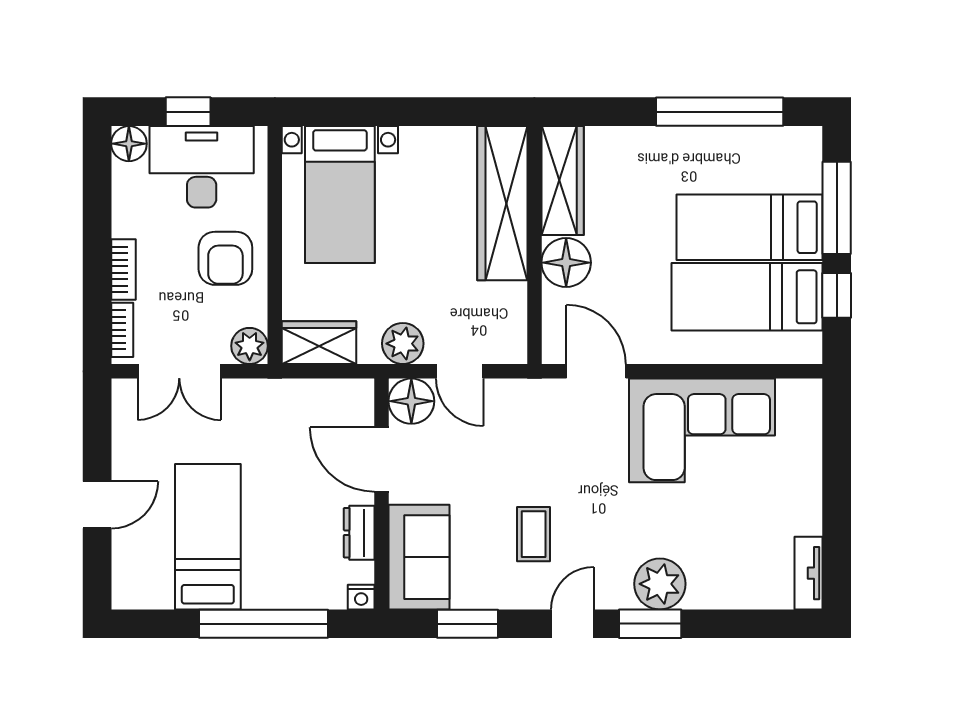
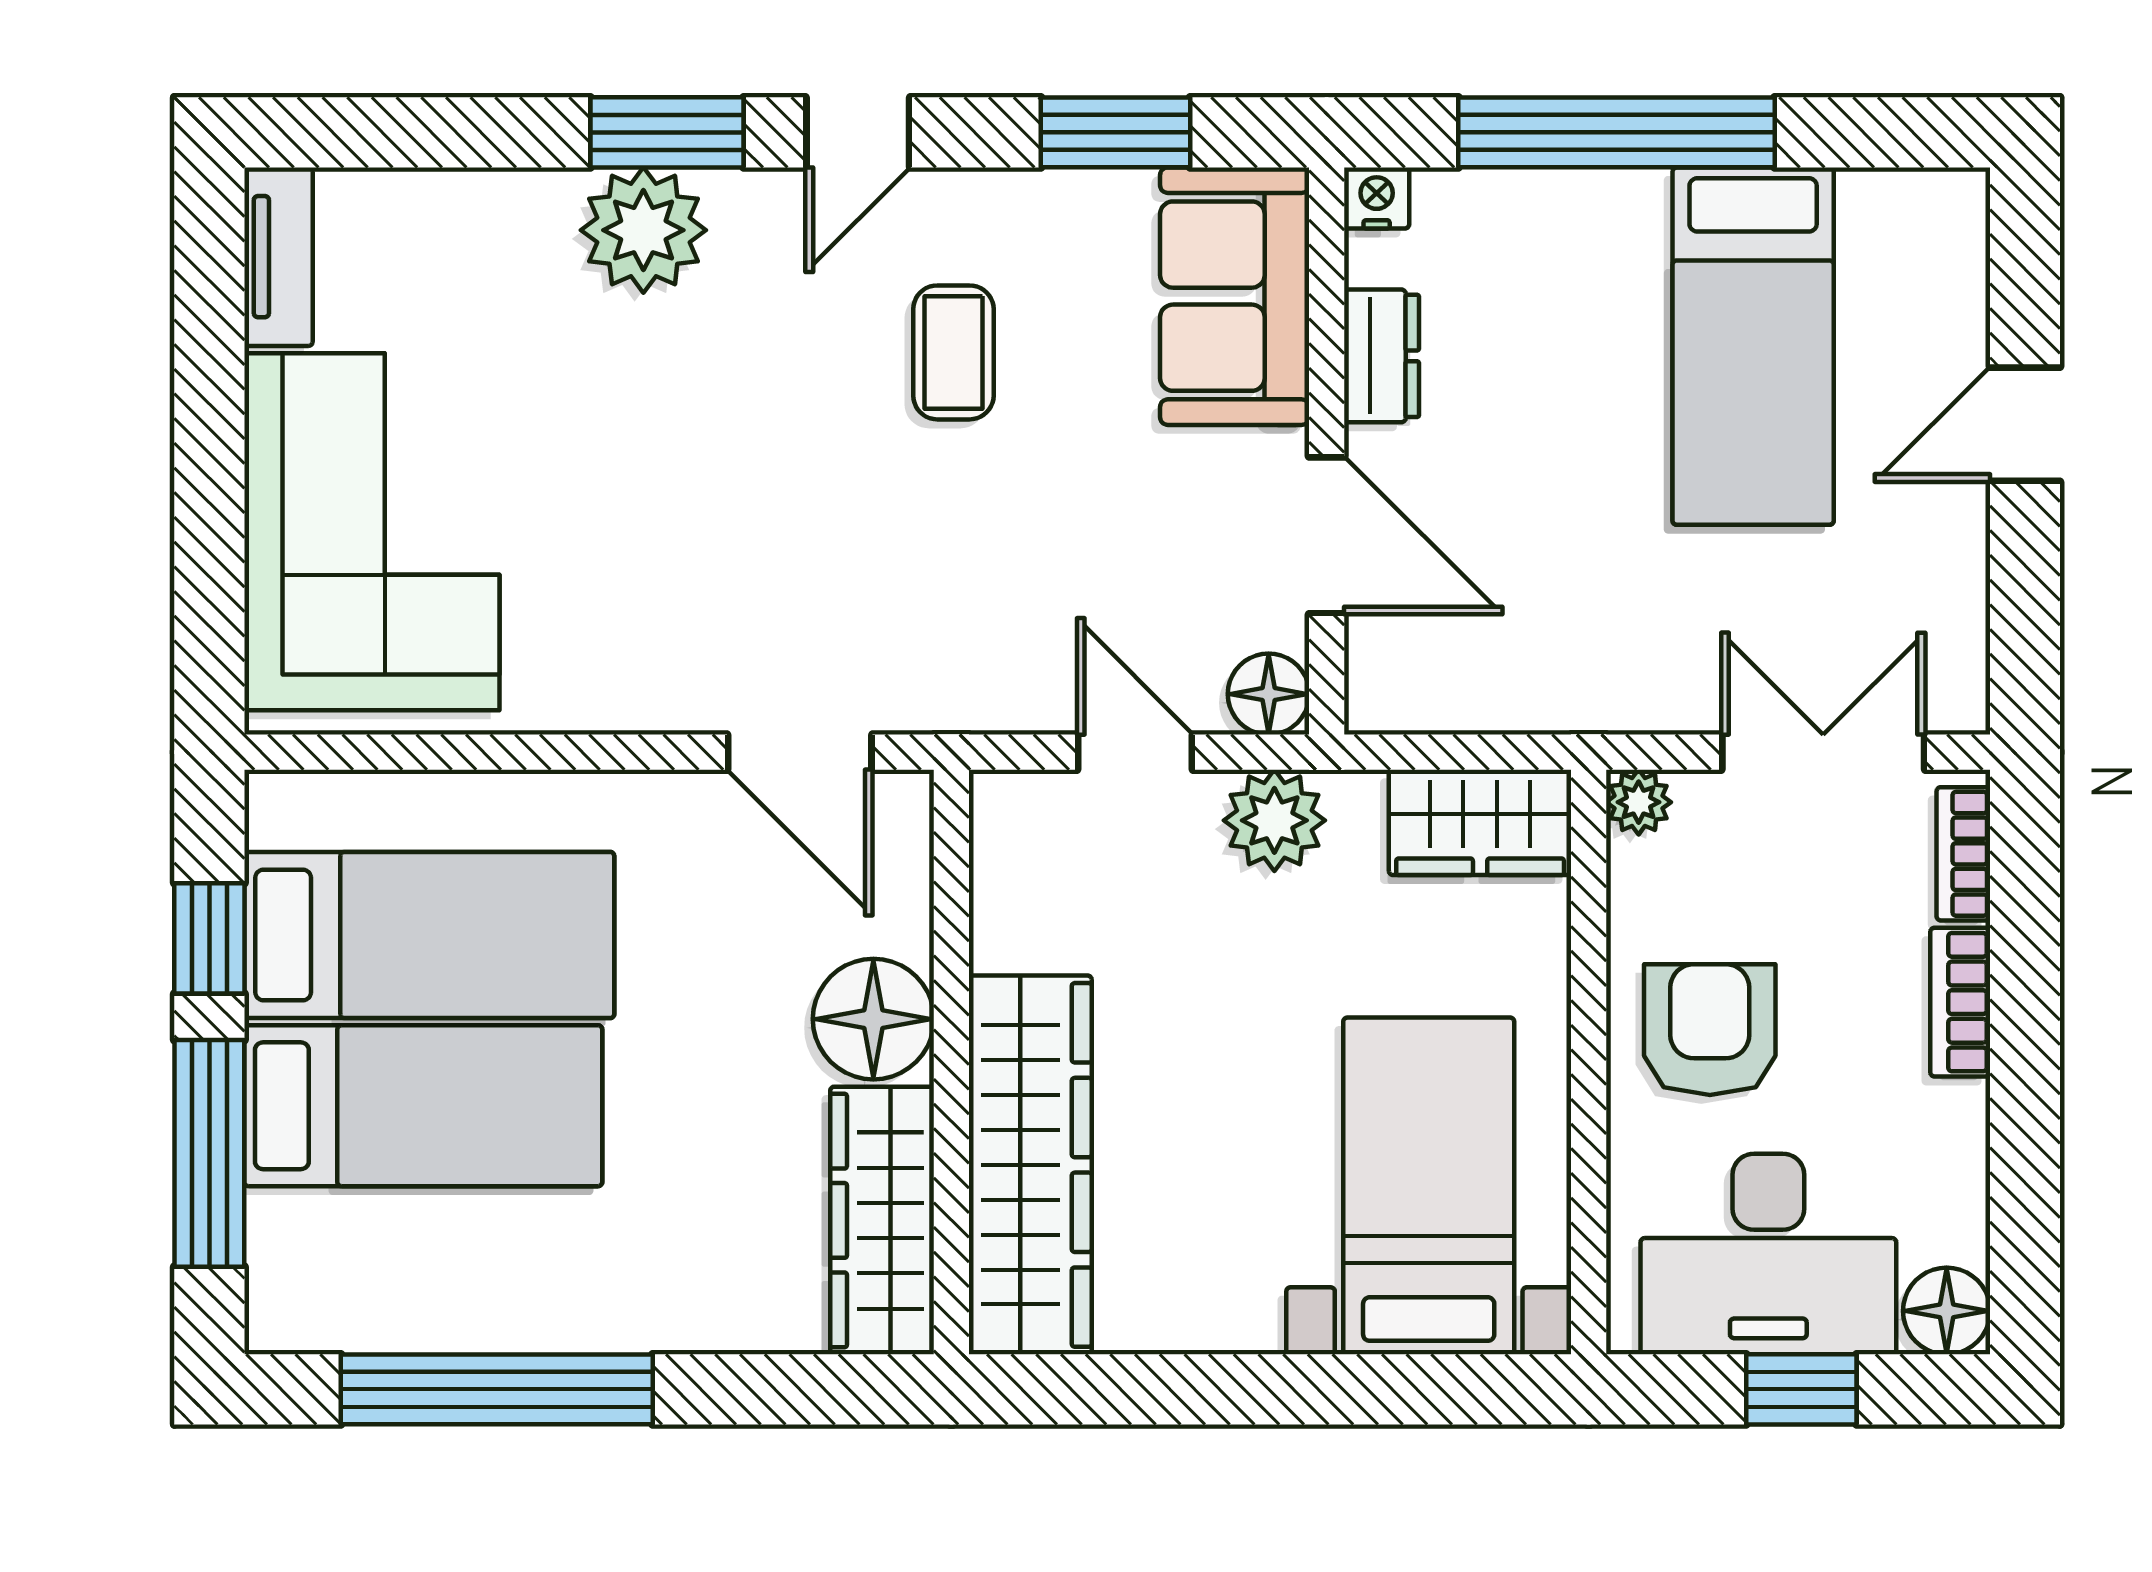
plant: (250, 346) -> (1639, 802), width x0.73, depth x0.73
floor lamp: (411, 401) -> (1269, 694), width x0.73, depth x0.73
corner sofa: (702, 430) -> (372, 532), moved, turned 90

